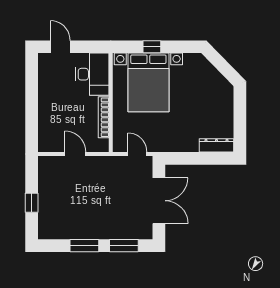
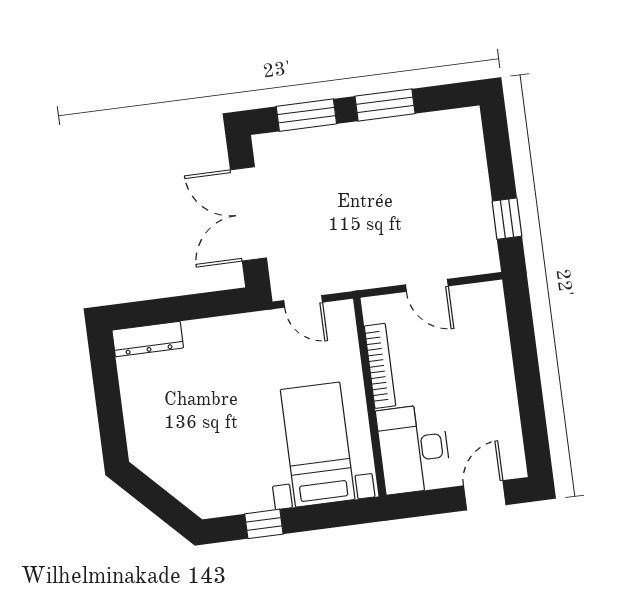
door: (60, 47) -> (485, 495), swing flipped
window: (152, 47) -> (264, 524), moved
bed with nightstands: (148, 82) -> (318, 445), width x0.73
window: (32, 203) -> (507, 219), moved

